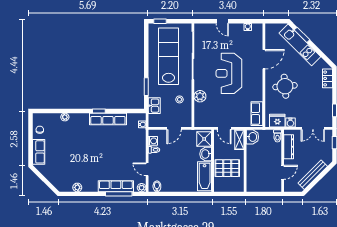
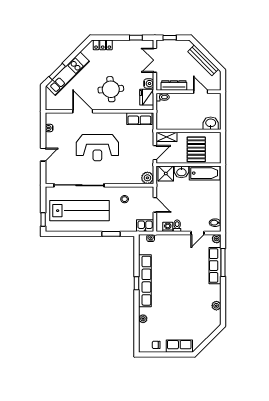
lab bench: (169, 56) -> (80, 211), turned 180
plant: (200, 96) -> (147, 178), moved
kitchen sink: (154, 106) -> (145, 226), moved
row of seats: (108, 119) -> (145, 281), width x1.36
double door: (313, 128) -> (155, 60), swing flipped
washbasin: (252, 137) -> (211, 123), moved

